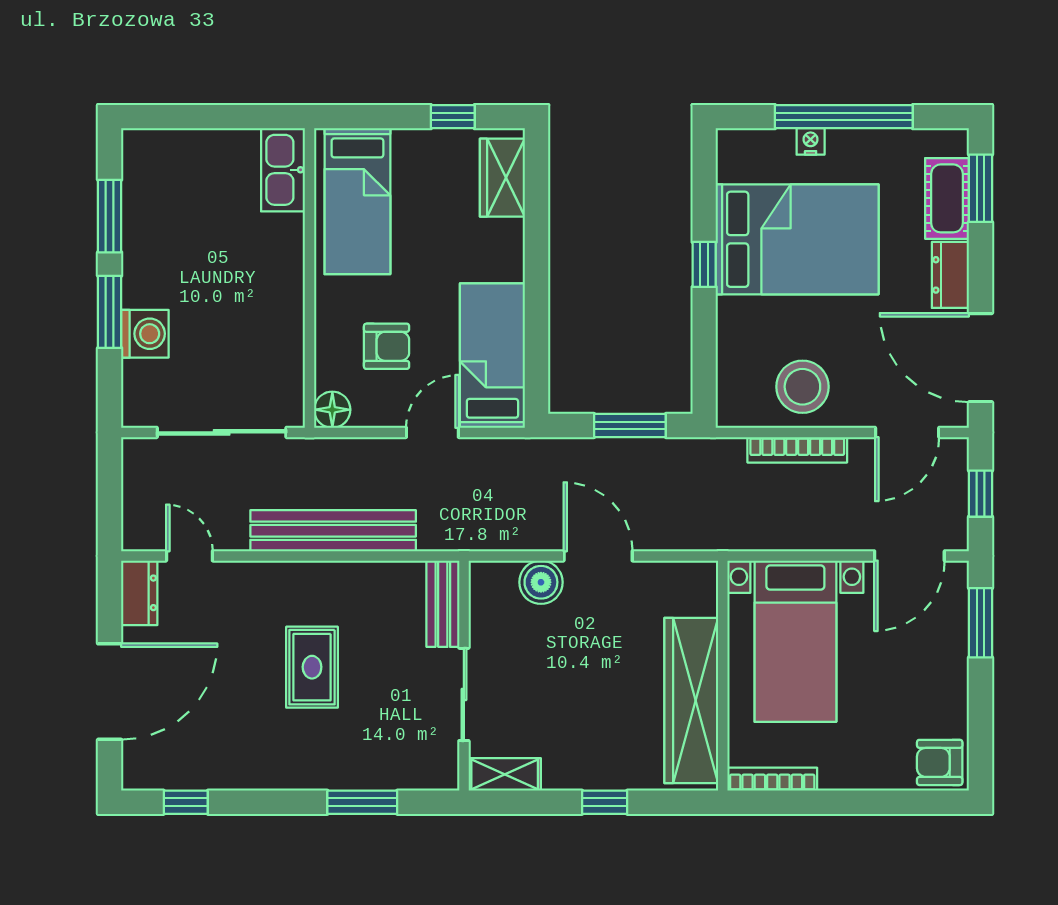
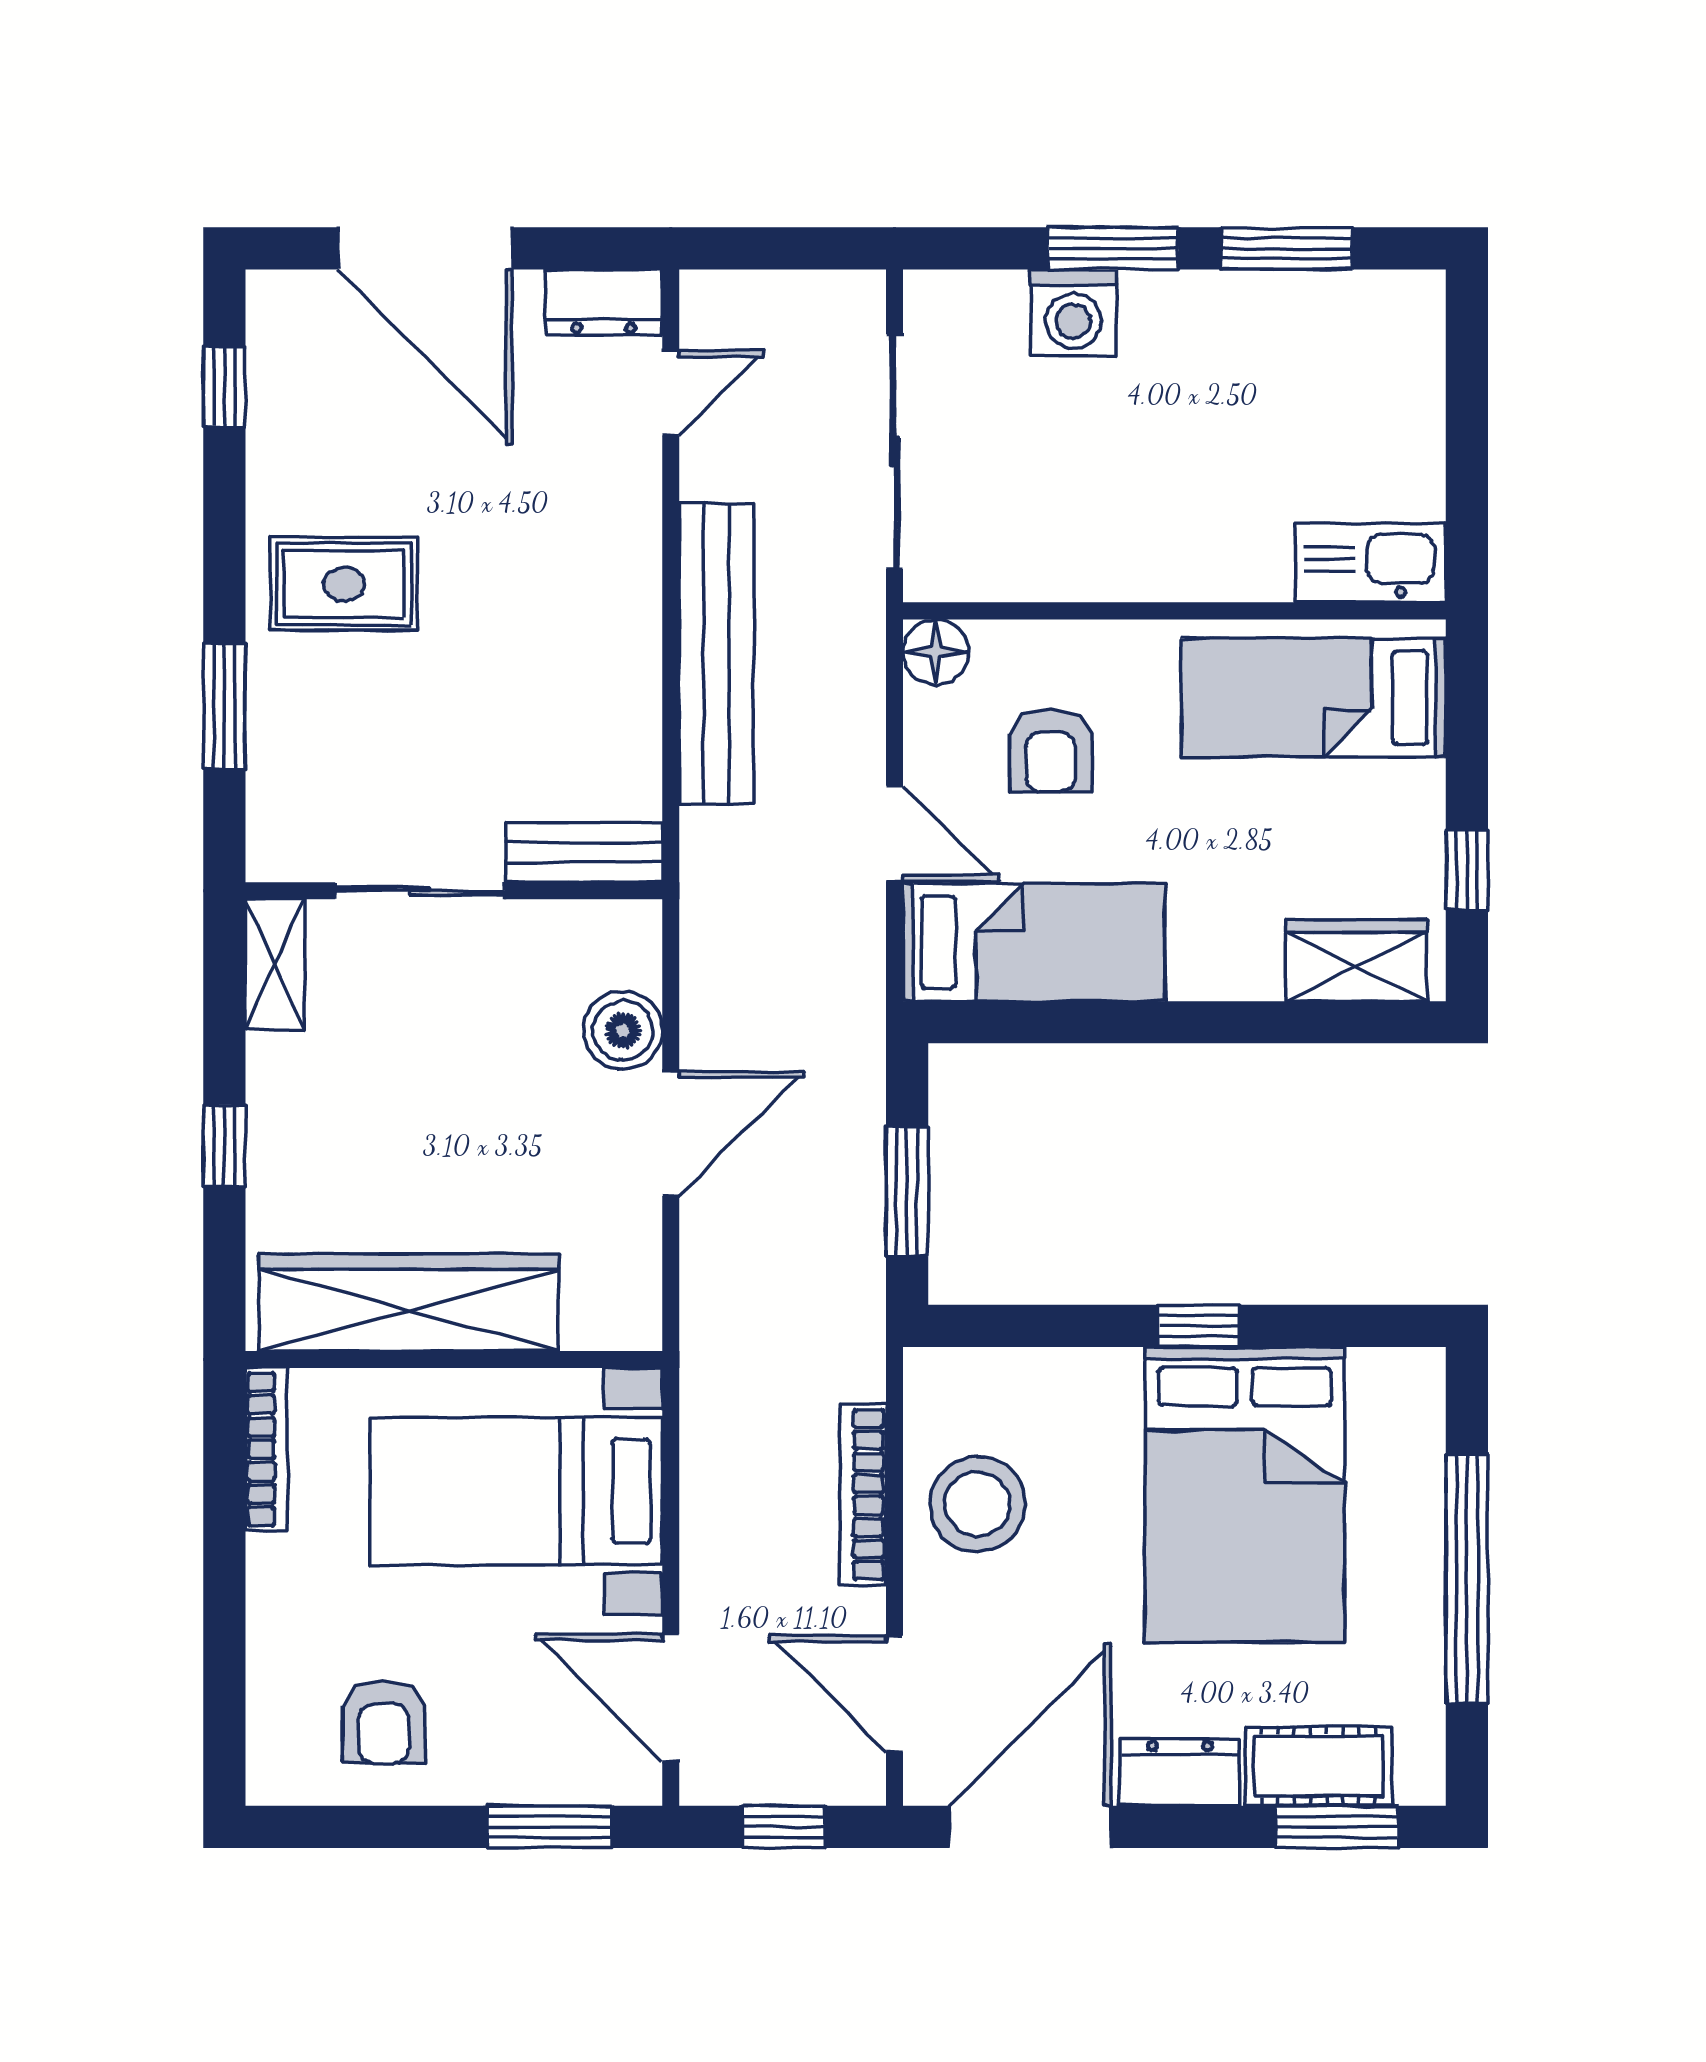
nightstand: (811, 141) -> (1422, 1519), removed
rug: (312, 667) -> (344, 584), moved
armchair: (940, 762) -> (384, 1722), moved, turned 180

